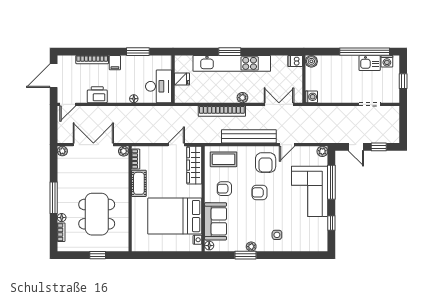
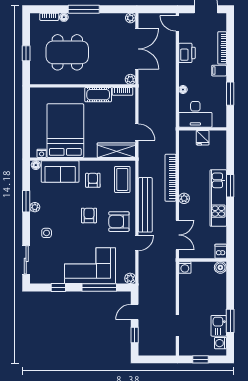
window: (365, 52) -> (230, 321), width x0.47
kitchen unit: (232, 63) -> (218, 198), width x0.73
door: (287, 145) -> (137, 243), swing flipped
sliding door: (304, 255) -> (26, 260), added

